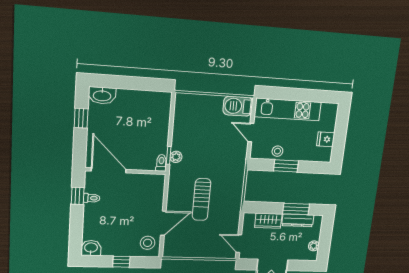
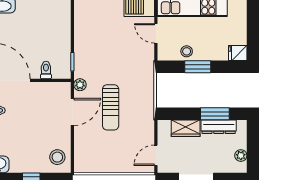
fridge: (326, 139) -> (238, 53), moved
plant: (176, 157) -> (80, 85), moved
toilet: (161, 163) -> (46, 70), moved
door: (163, 223) -> (72, 112), moved
door: (239, 244) -> (156, 155), hinge flipped

